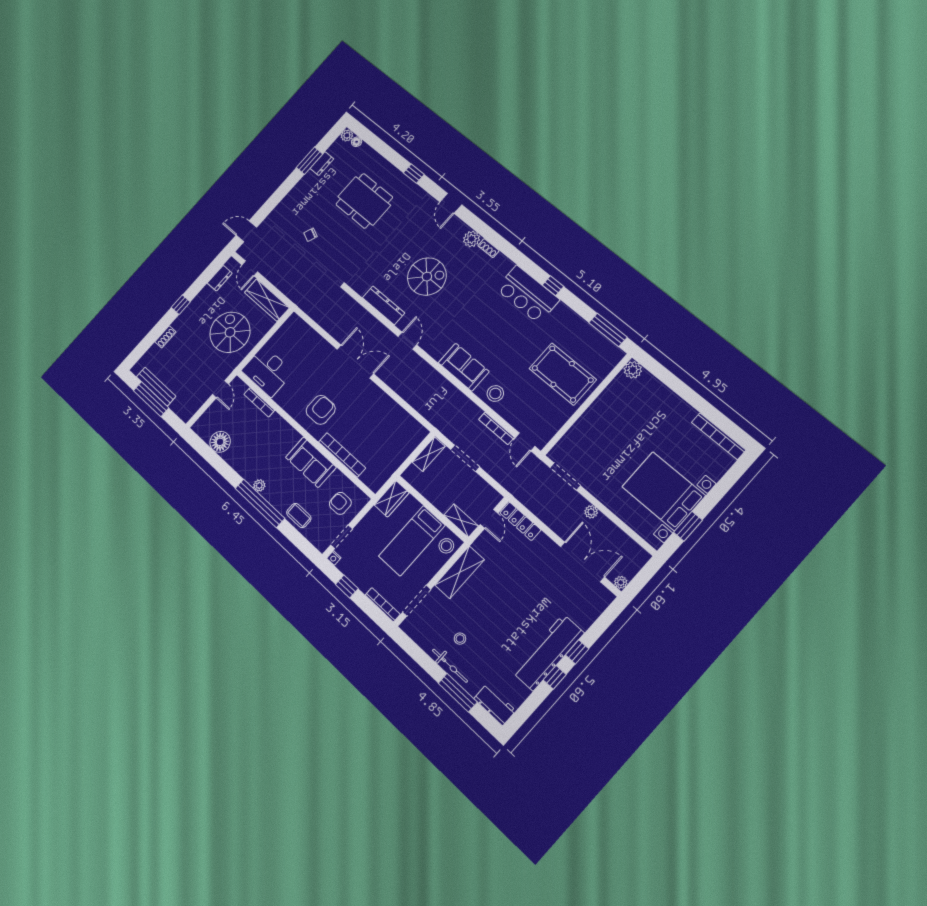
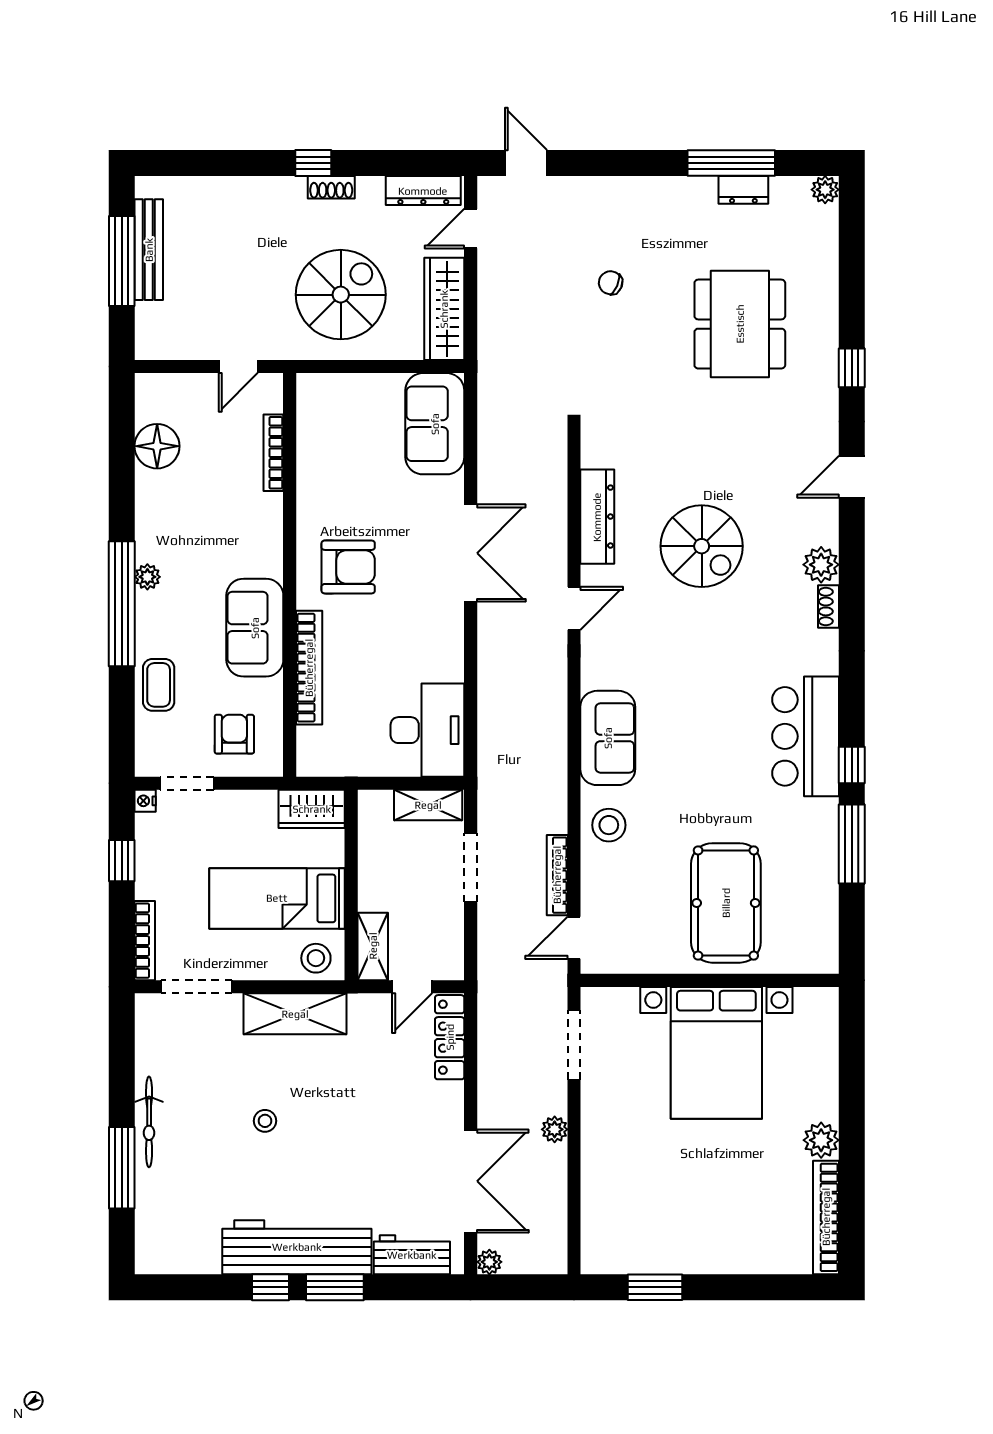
floor lamp: (357, 142) -> (828, 217), removed
window: (309, 161) -> (731, 163), width x1.44
dresser: (220, 278) -> (423, 191), width x1.44
window: (608, 330) -> (852, 844), moved
sofa: (301, 336) -> (435, 424), added
shoe rack: (165, 337) -> (331, 187), moved
plant: (633, 370) -> (821, 1140), moved
desk: (267, 371) -> (427, 730), moved, turned 180
bed with nightstands: (664, 491) -> (716, 1053), moved, turned 180
stool: (460, 639) -> (265, 1121), moved
window: (577, 652) -> (335, 1287), width x1.50
workbench: (495, 705) -> (412, 1255), moved, turned -90

